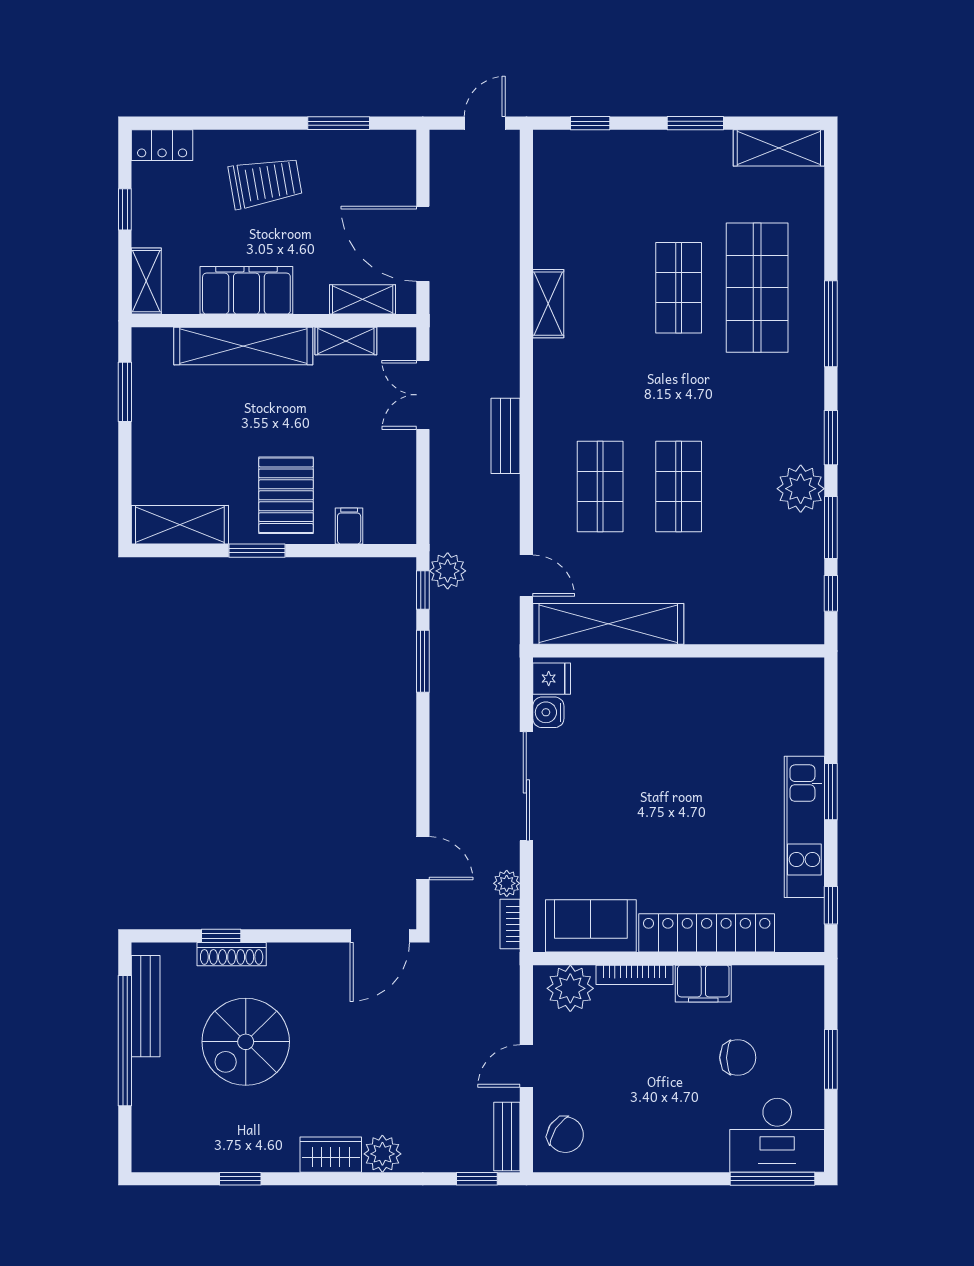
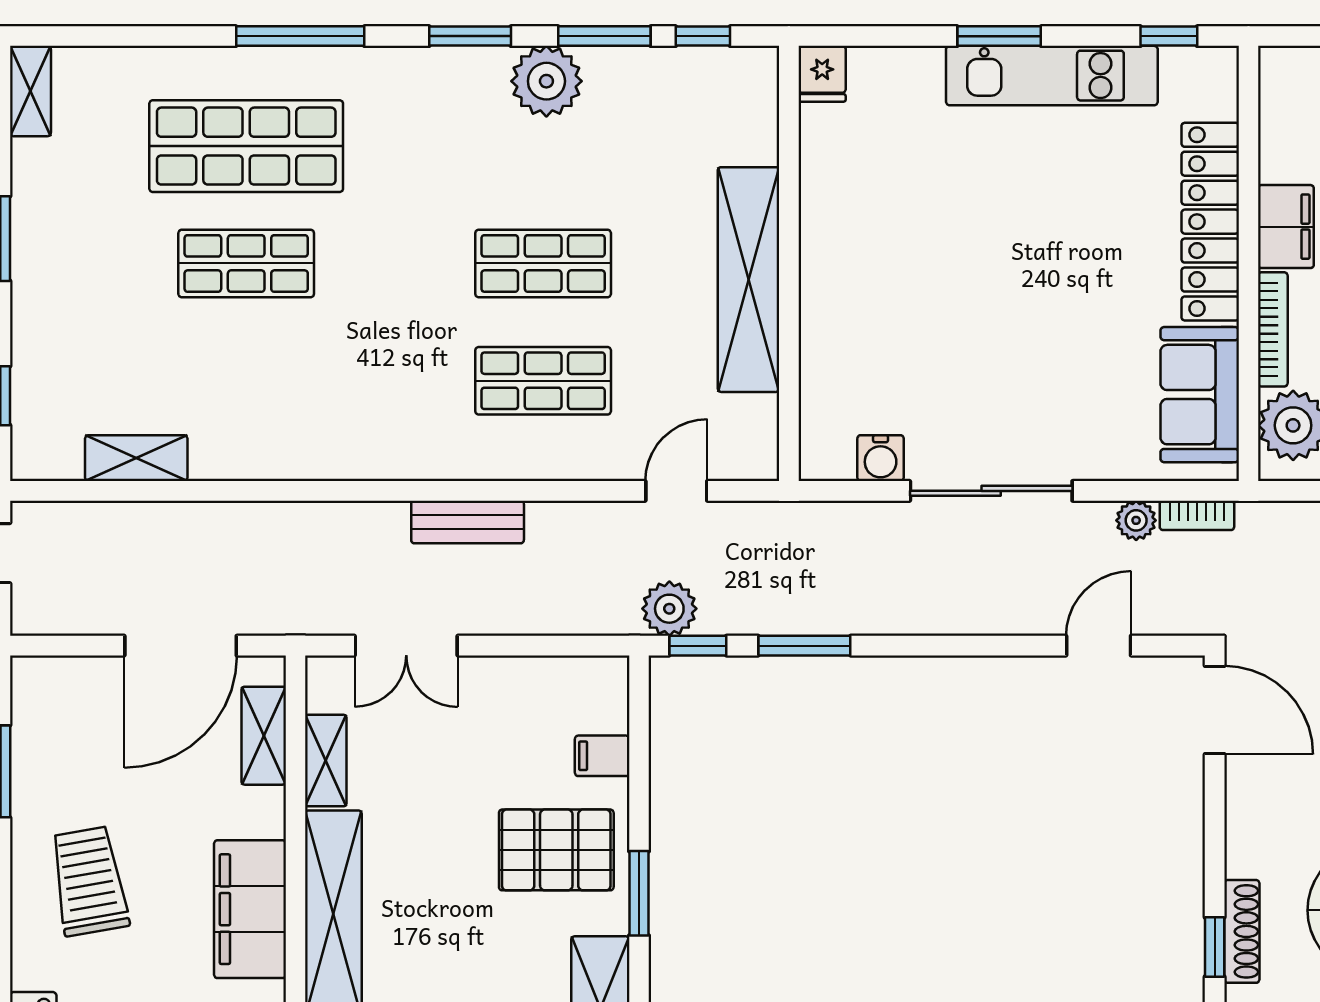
shelving: (779, 148) -> (30, 91), width x0.67, depth x0.75
shelving: (548, 304) -> (136, 458), moved
shelving: (608, 624) -> (749, 280), moved
fridge: (552, 679) -> (822, 74), moved, turned 180

